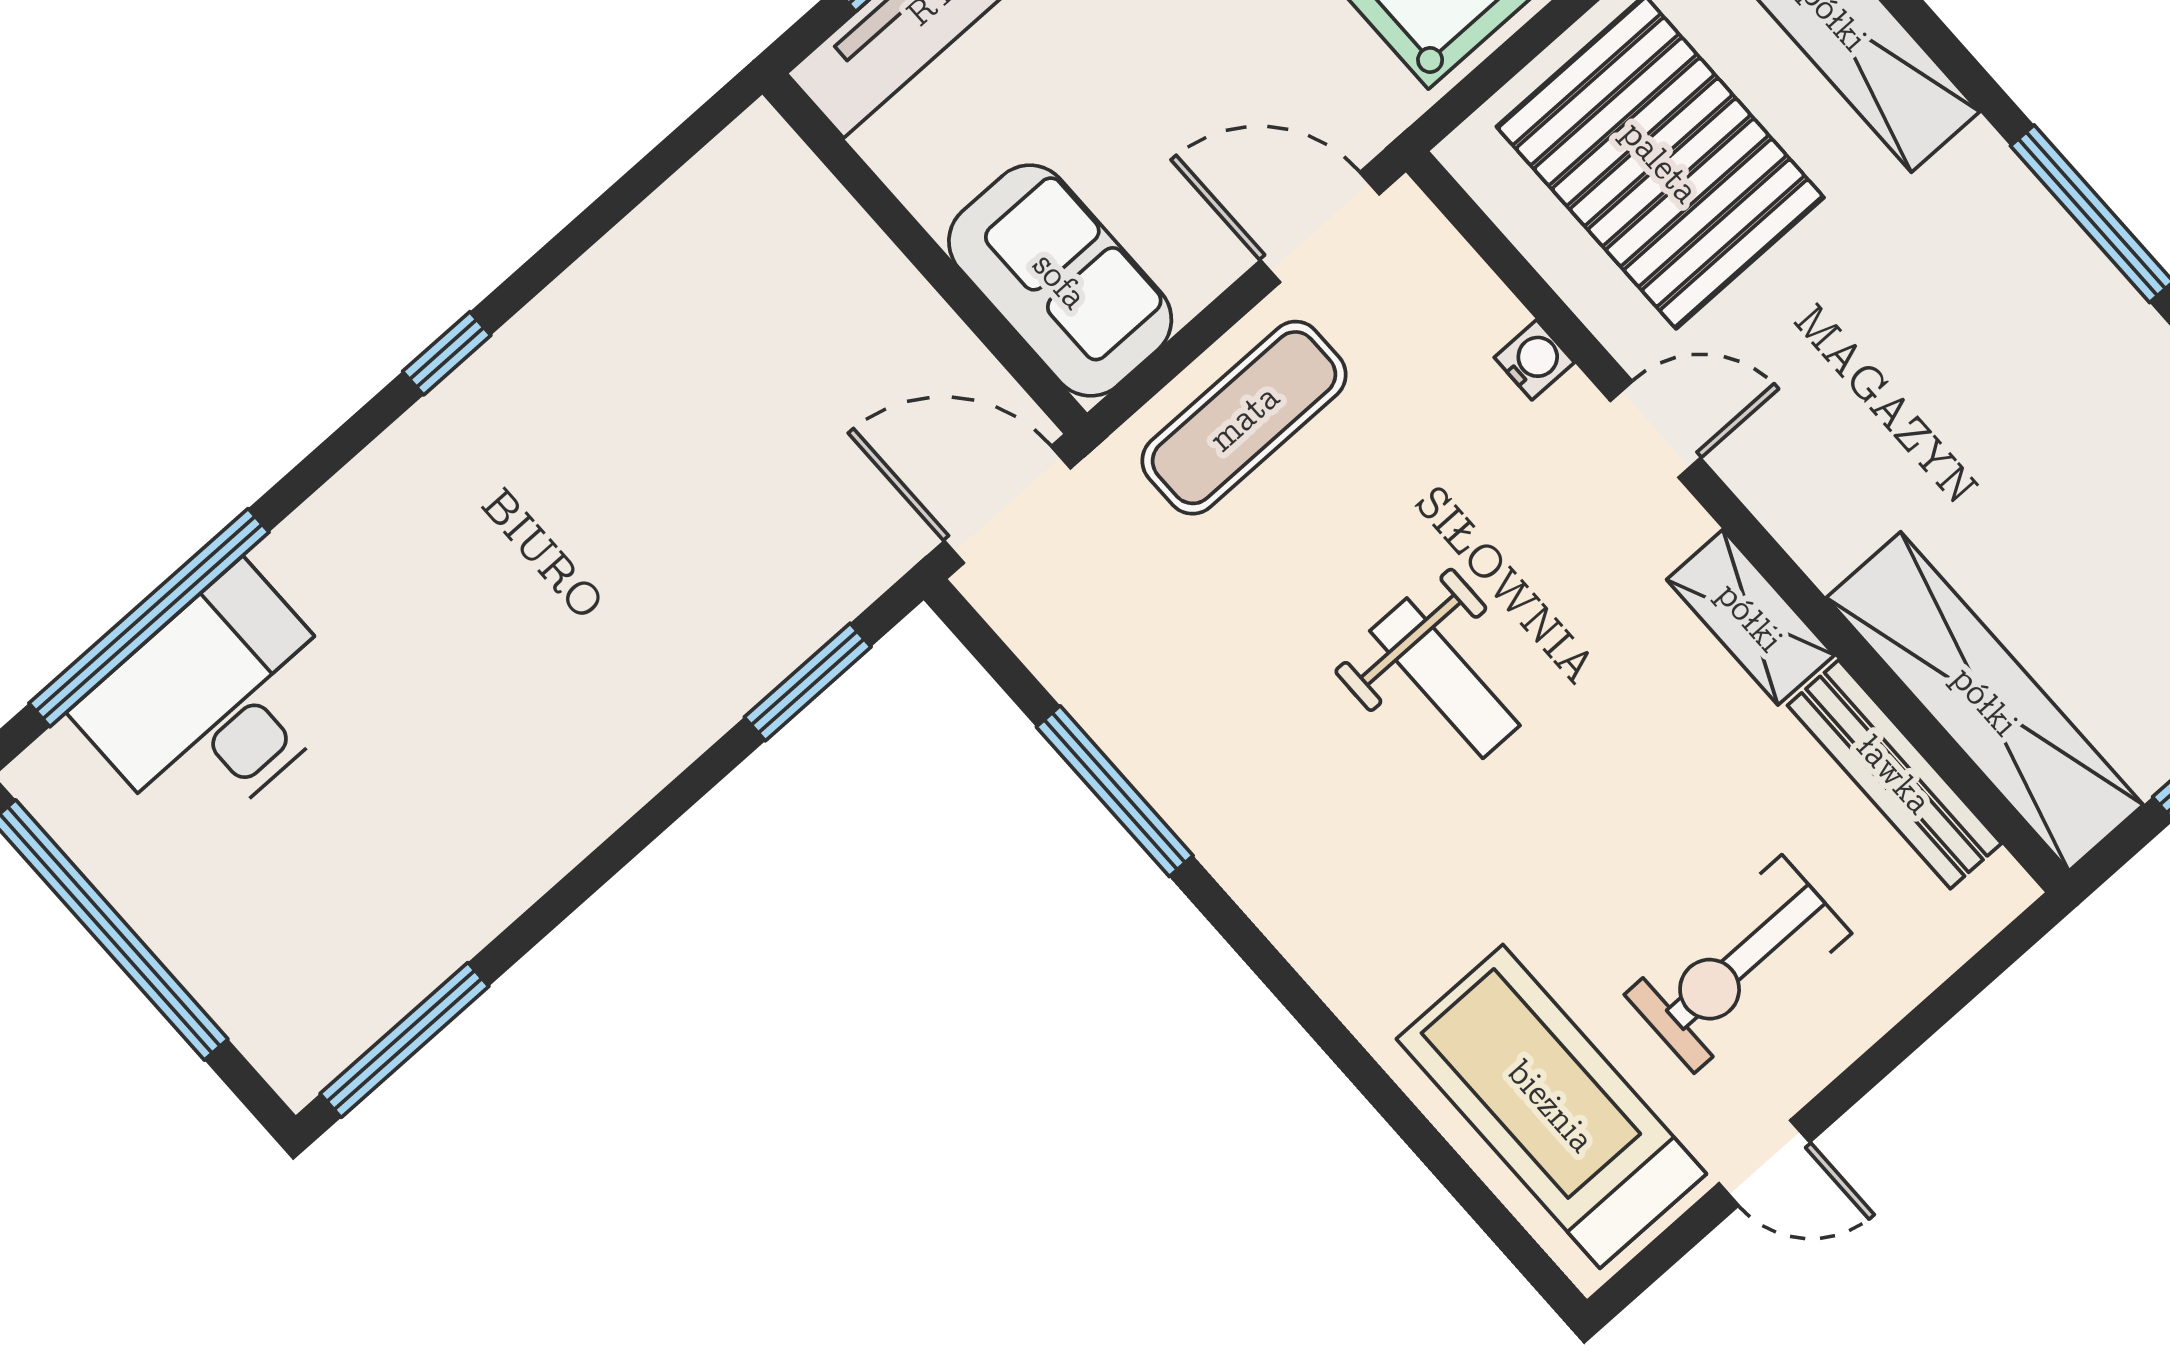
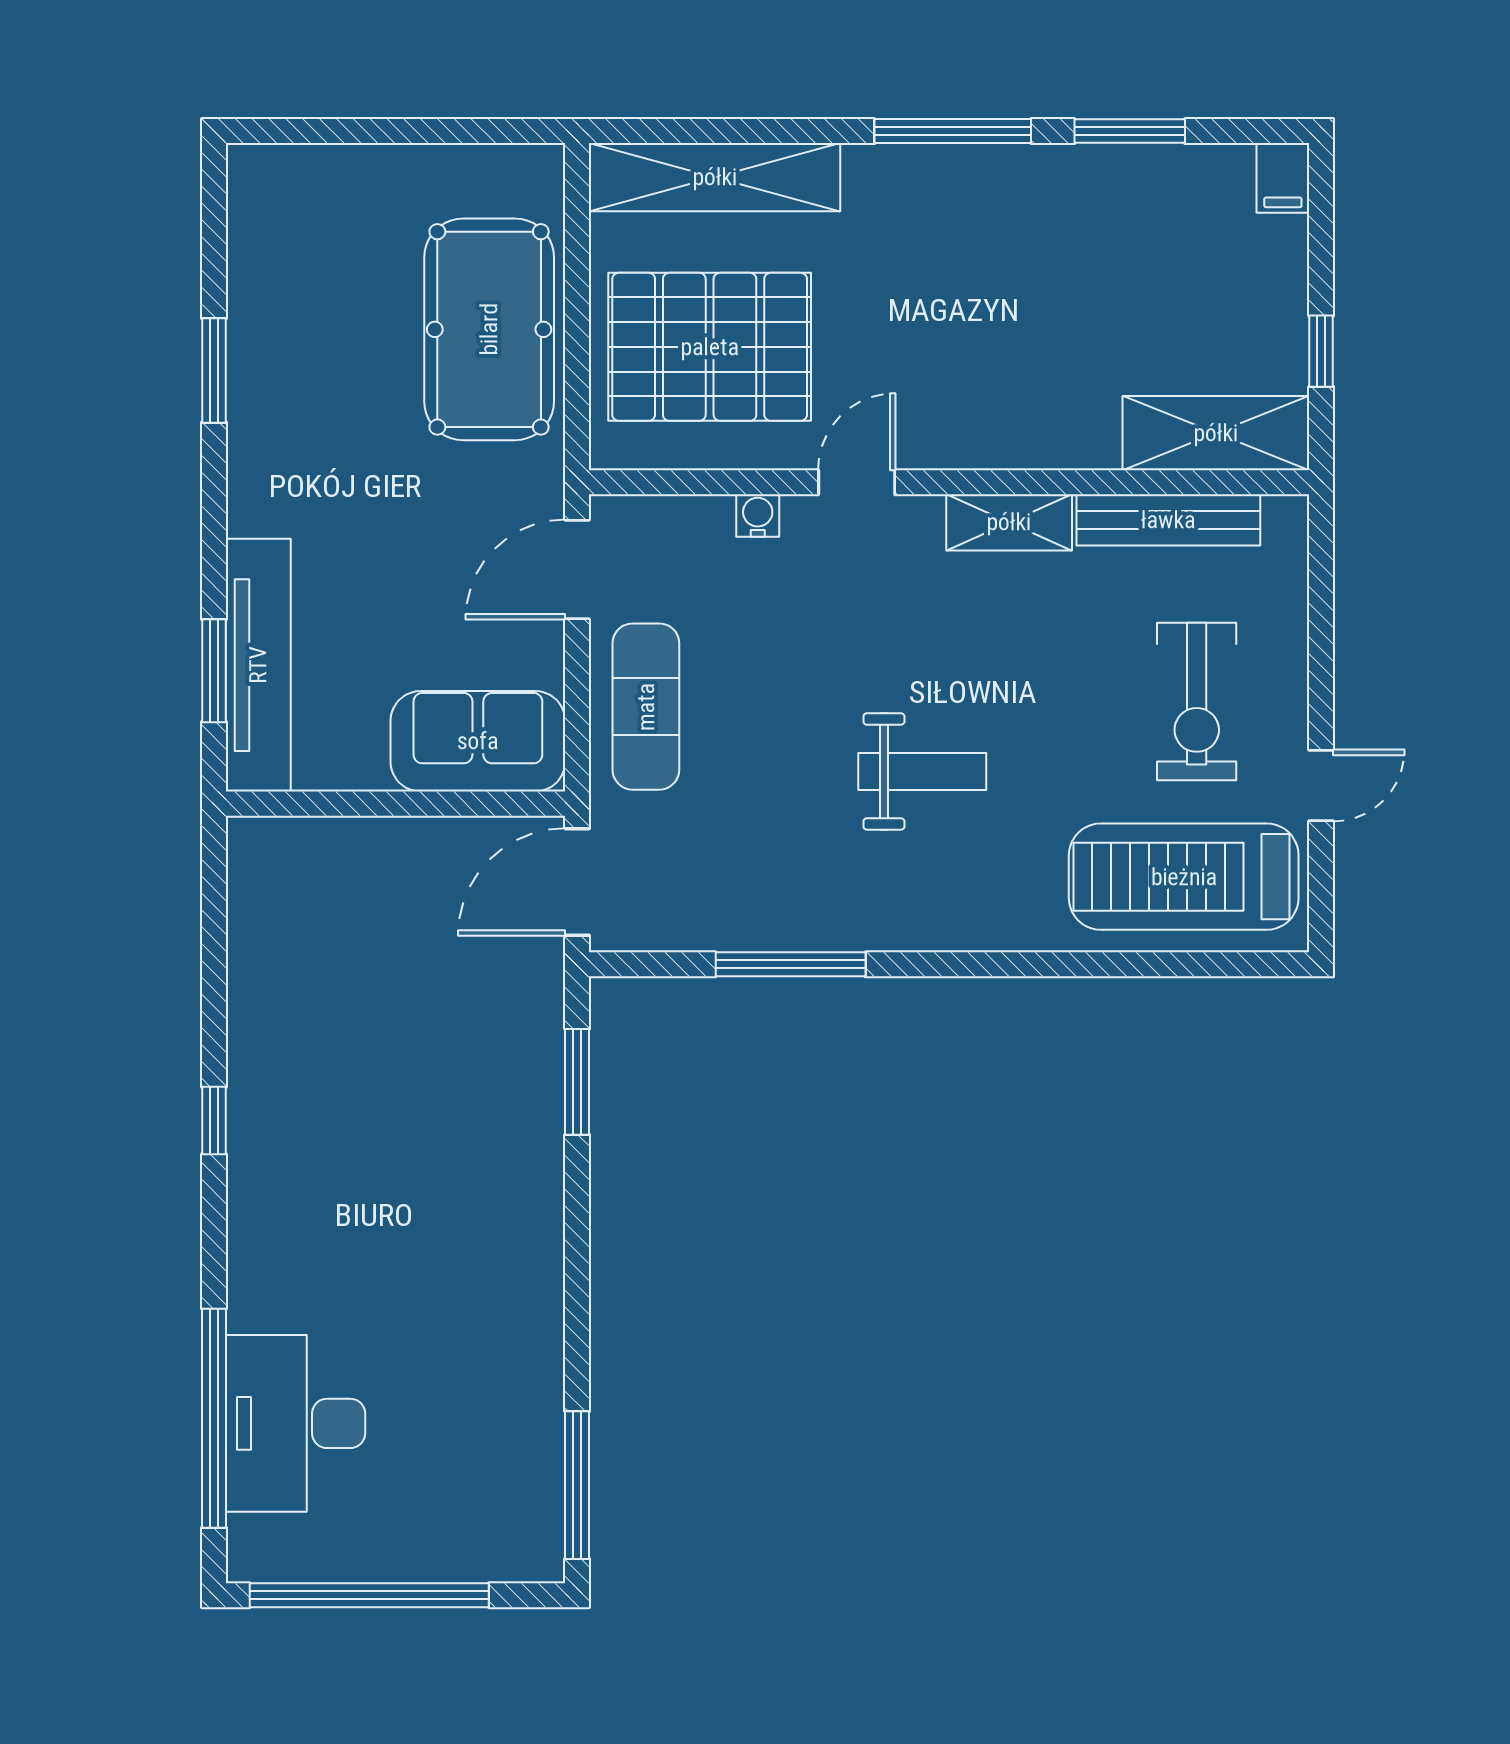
weight bench: (1445, 678) -> (922, 771), moved
shelving: (1985, 701) -> (1216, 433), width x0.68

